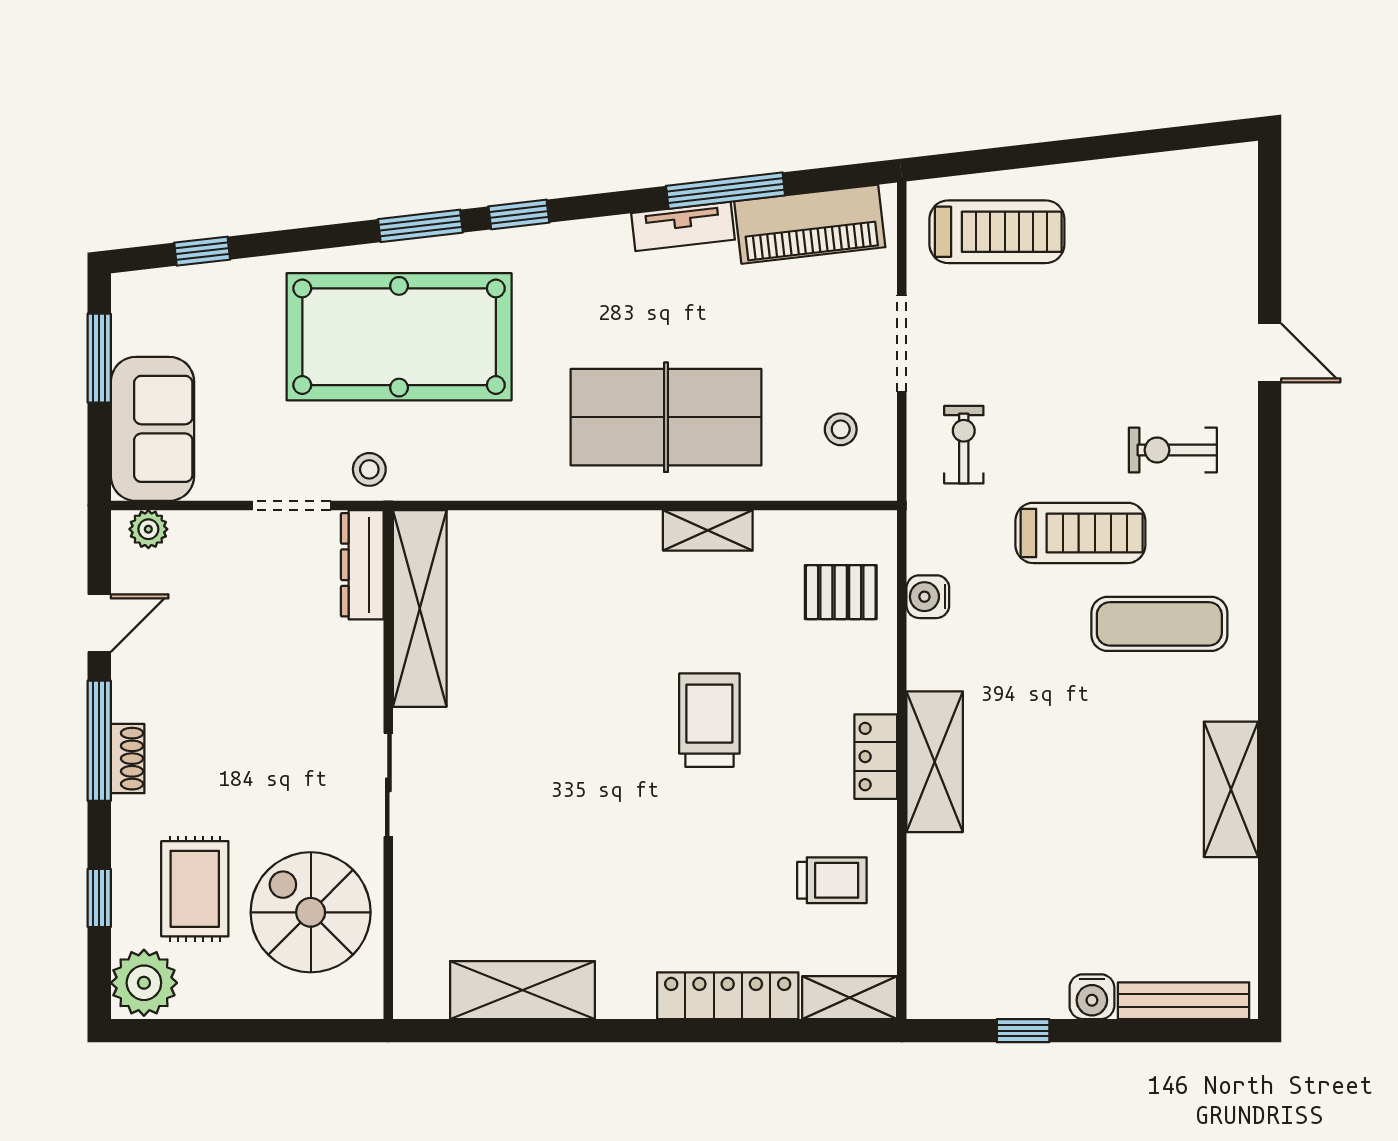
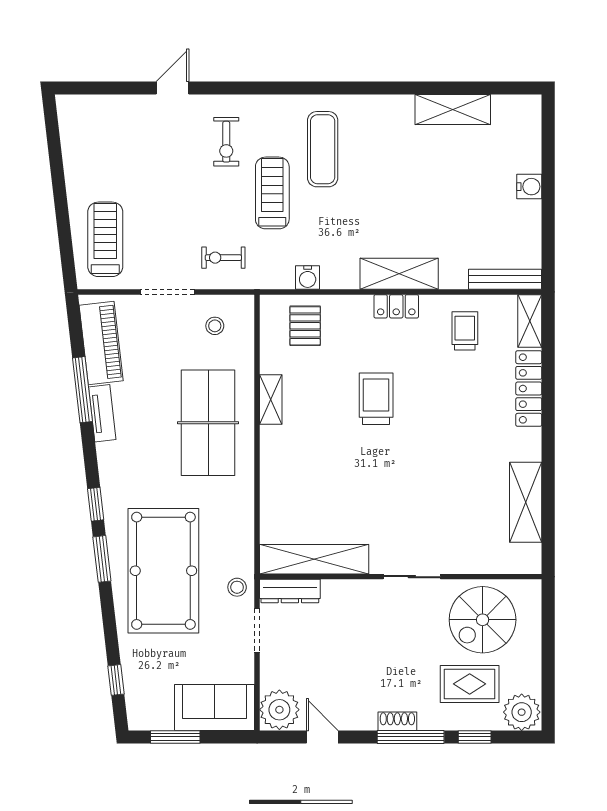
plant: (148, 529) -> (279, 710), width x1.88, depth x1.88
trolley: (709, 720) -> (376, 399), turned 90
window: (99, 741) -> (411, 737), moved
shelving: (1231, 789) -> (453, 110), moved
bench: (1184, 1001) -> (505, 279), moved, turned 90
window: (1023, 1031) -> (548, 225), removed

